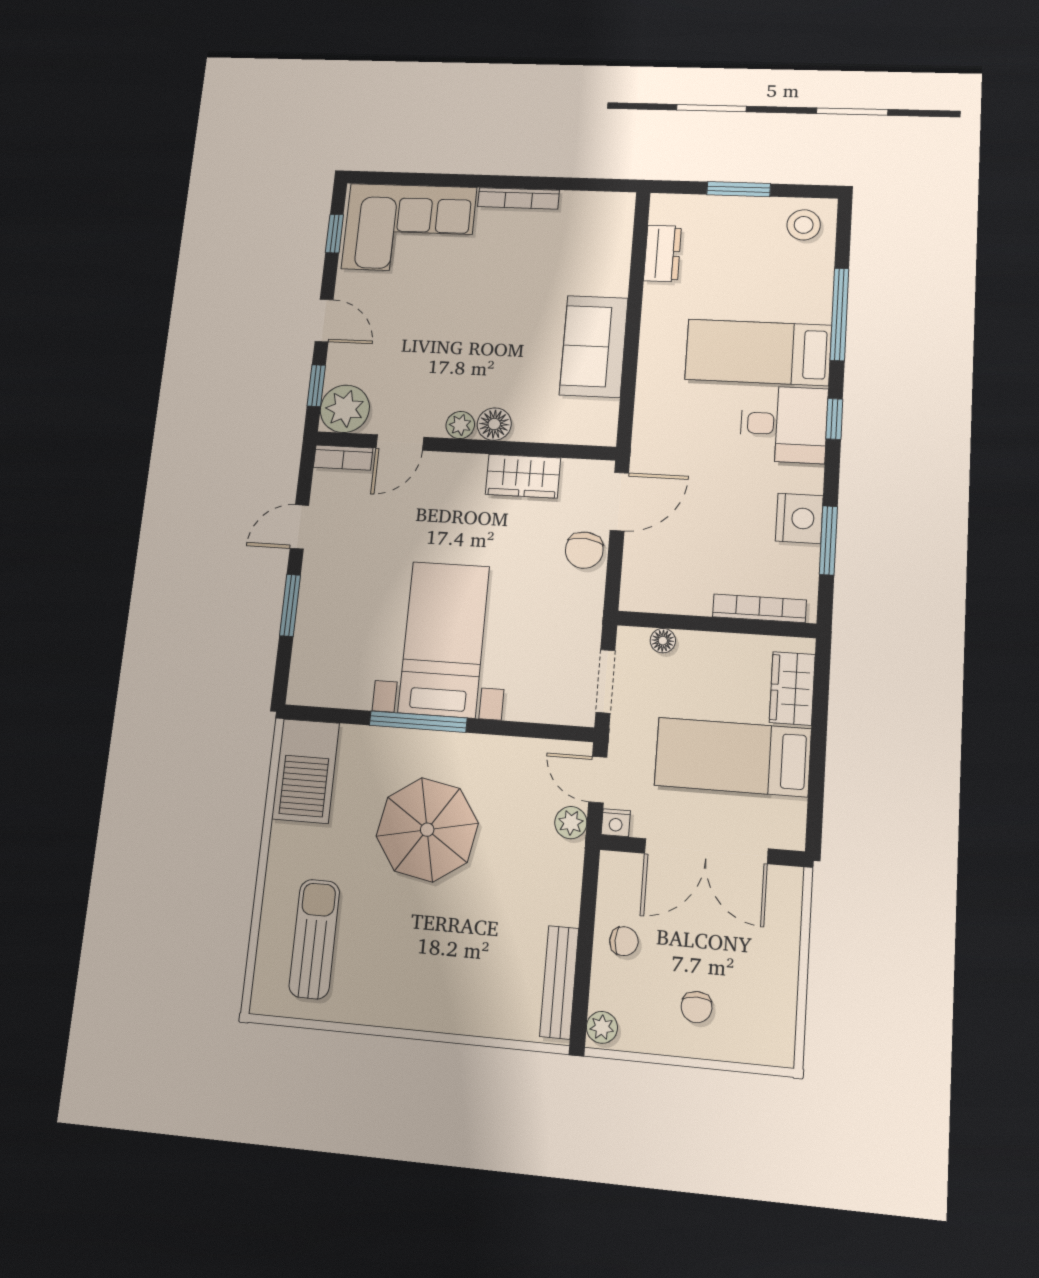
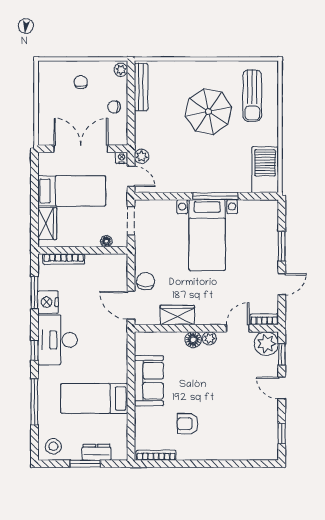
bookcase: (518, 198) -> (156, 455), moved
corner sofa: (409, 228) -> (245, 438), removed
dresser: (662, 253) -> (96, 452), moved, turned 90
armchair: (521, 259) -> (188, 424), added
bed: (758, 352) -> (94, 398), moved, turned 180
desk: (784, 424) -> (57, 340), width x1.37
door: (619, 502) -> (131, 305), hinge flipped
parasol: (427, 830) -> (208, 112), moved

